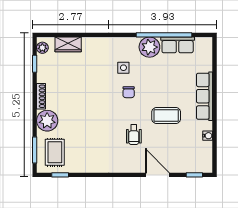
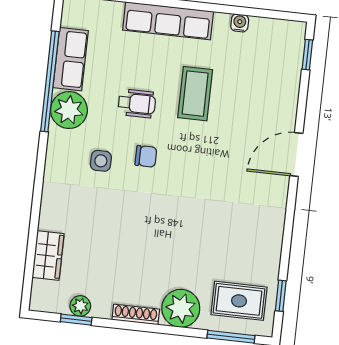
plant: (42, 48) -> (80, 306), moved
wheelchair: (134, 135) -> (137, 103), moved
door: (157, 175) -> (296, 155), moved

